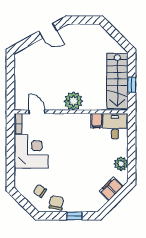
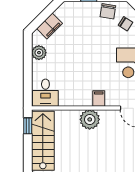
window: (132, 85) -> (28, 126), moved
filing cabinet: (96, 121) -> (99, 99), moved

